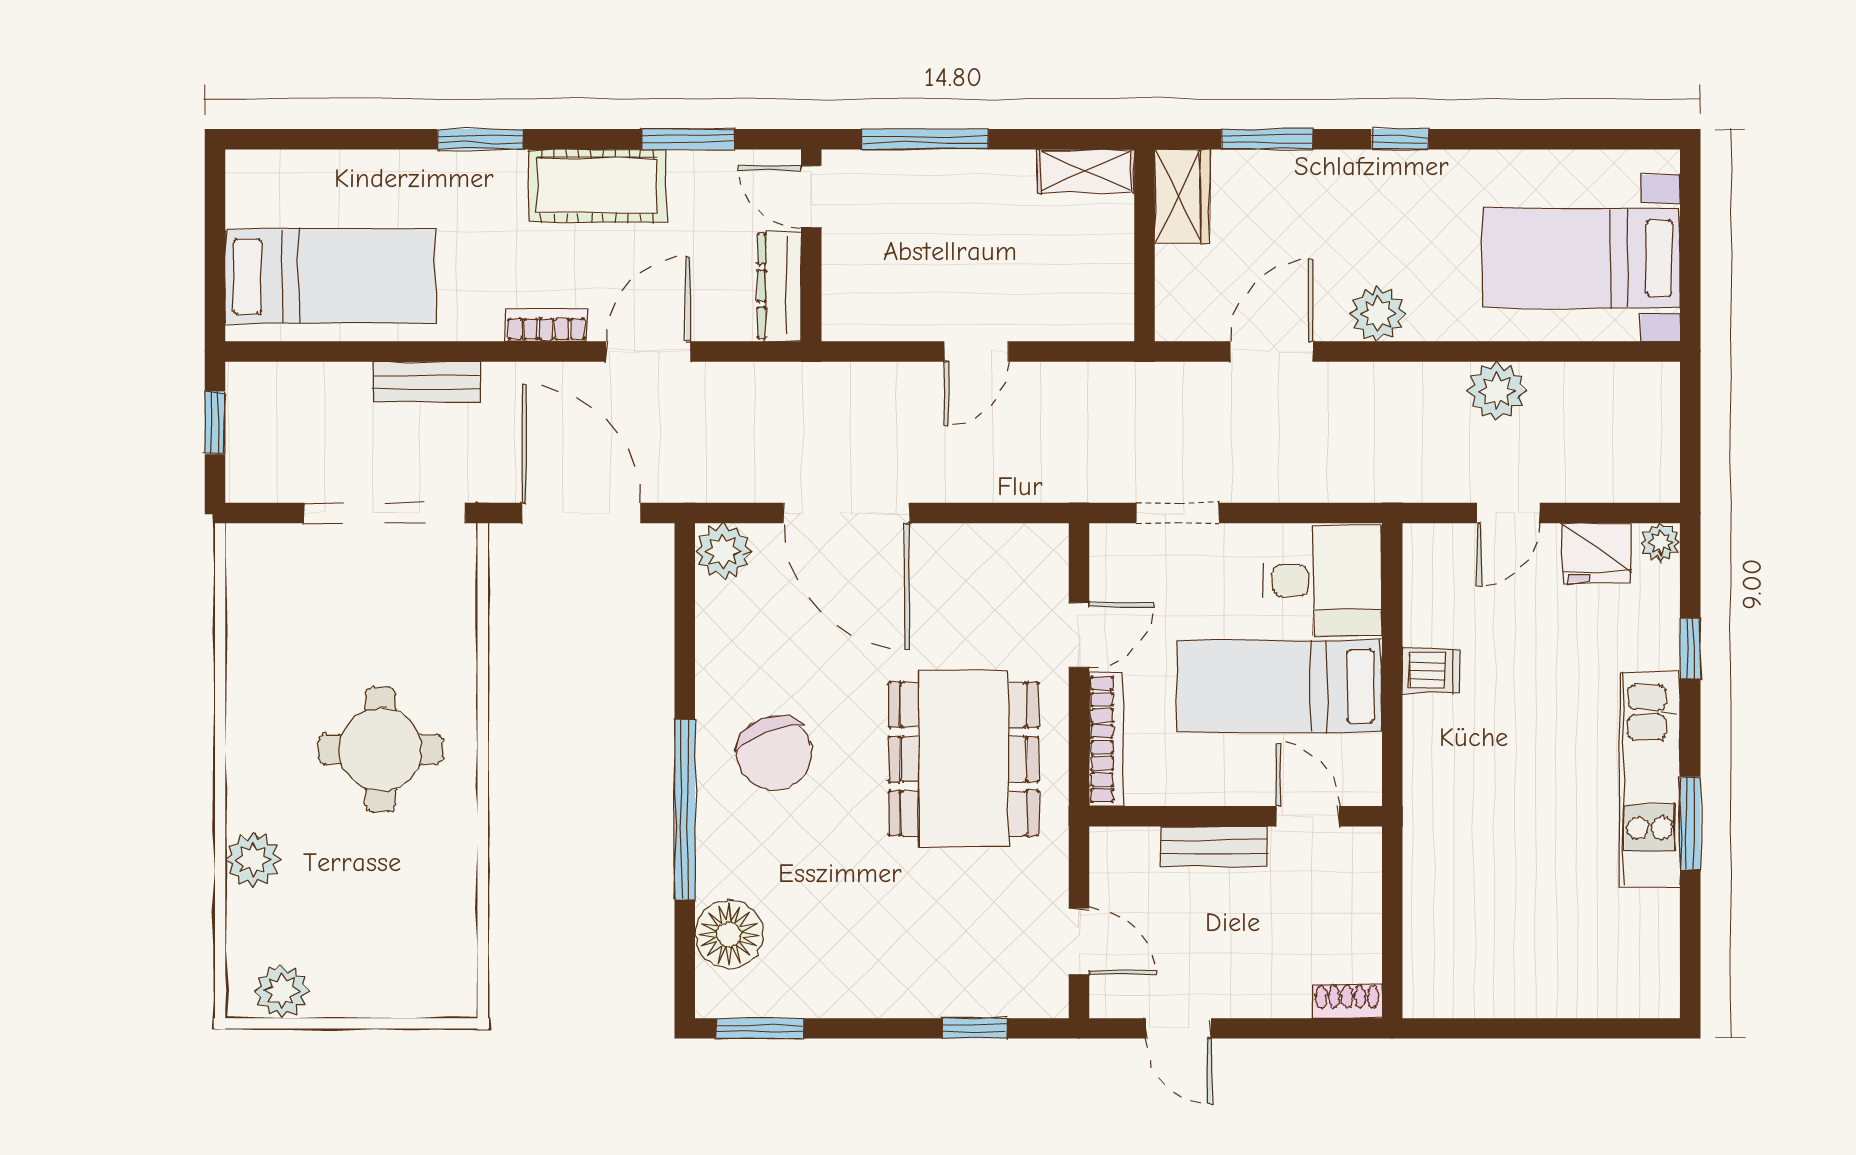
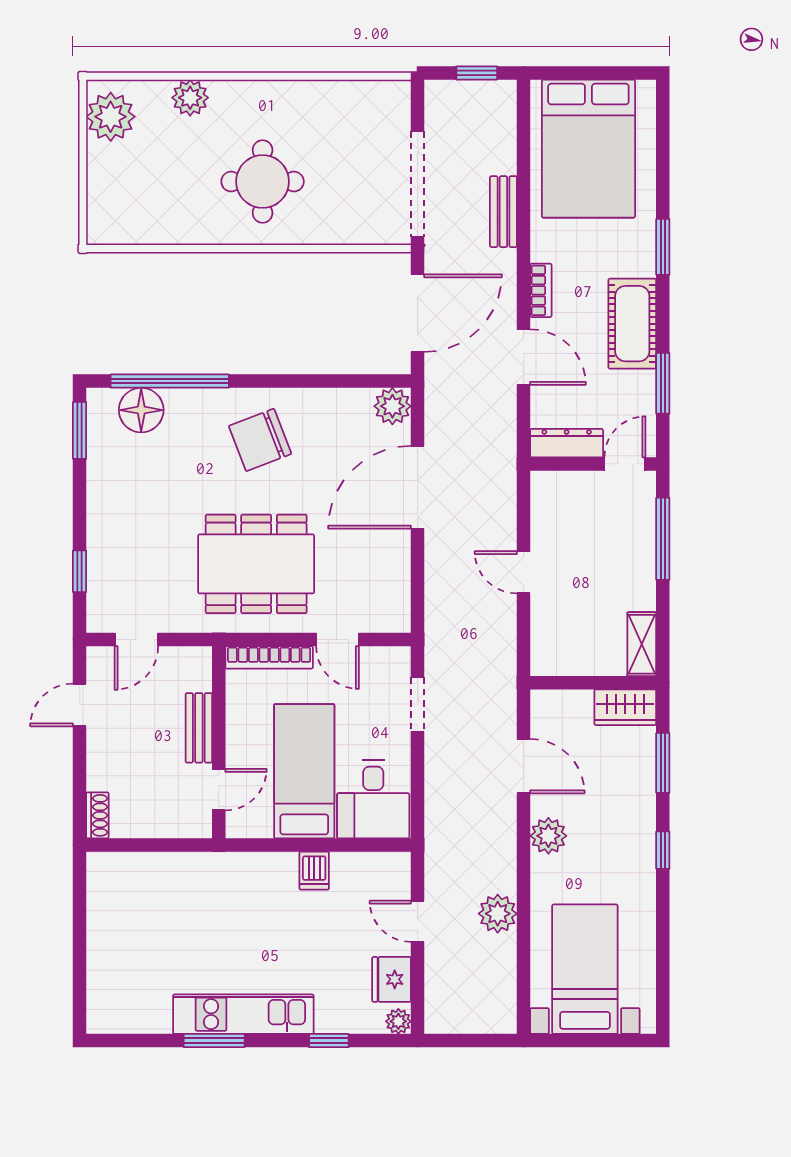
bed: (330, 276) -> (588, 149), width x1.50
window: (685, 810) -> (170, 381), moved
plant: (282, 991) -> (111, 117), width x1.36, depth x1.36

